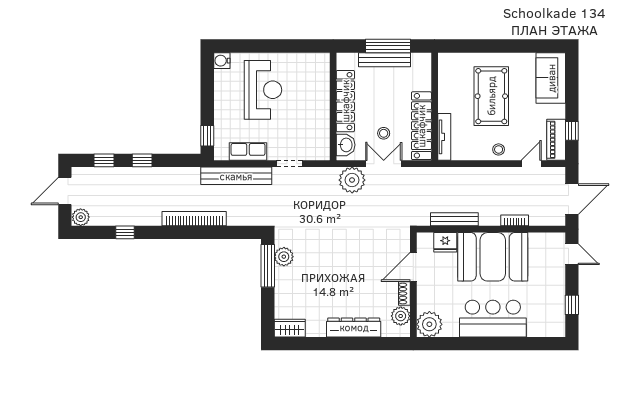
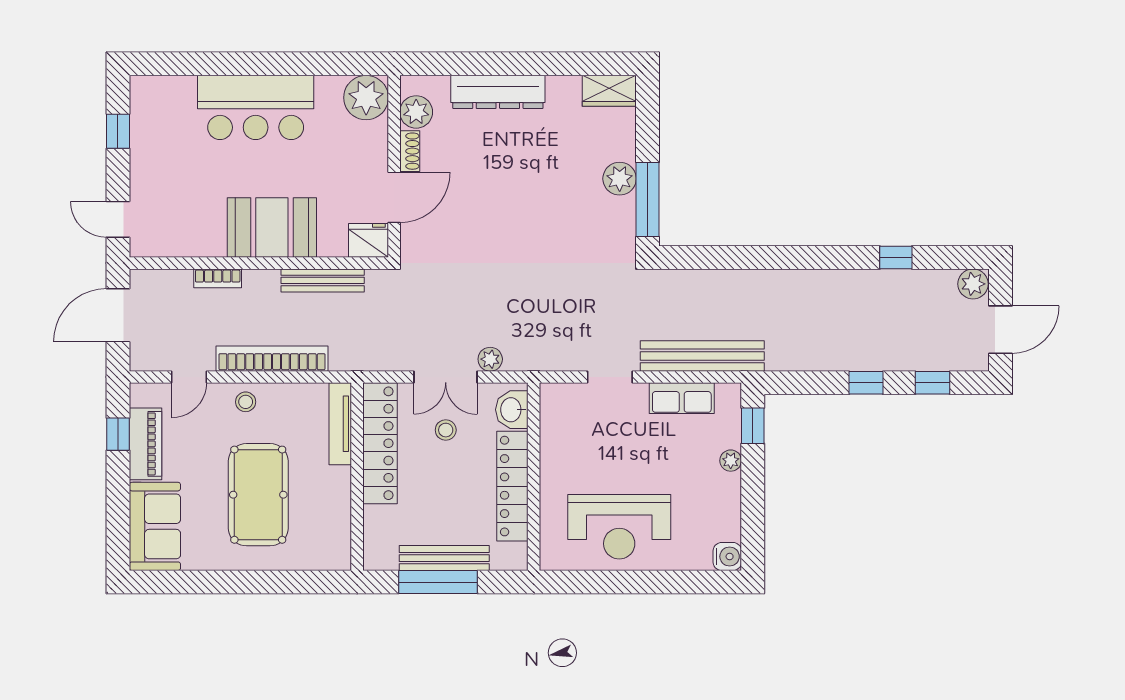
reception desk: (263, 90) -> (619, 527), moved, turned -90
plant: (220, 116) -> (731, 461), added
piano: (556, 140) -> (145, 444), moved
plant: (352, 180) -> (490, 359), width x0.53, depth x0.53
bookcase: (194, 219) -> (272, 359), moved, turned 180
fridge: (445, 242) -> (369, 240), moved
plant: (284, 257) -> (620, 179), moved
booth: (493, 257) -> (272, 228), width x0.73, depth x0.70

